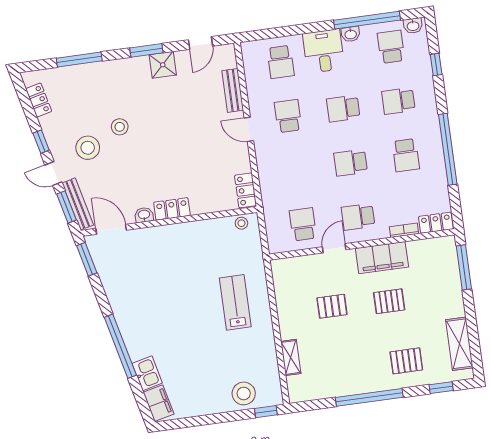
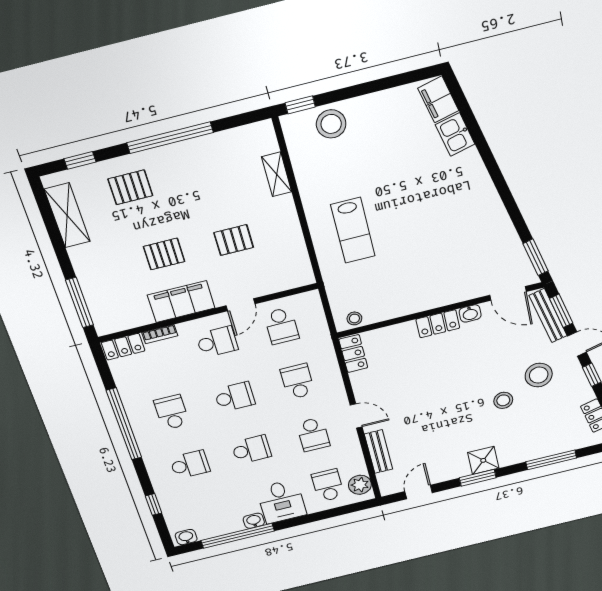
school desk: (391, 47) -> (298, 381), moved, turned 180
plant: (252, 58) -> (360, 485), added
shower: (163, 65) -> (483, 460), moved
window: (120, 346) -> (490, 163), removed

